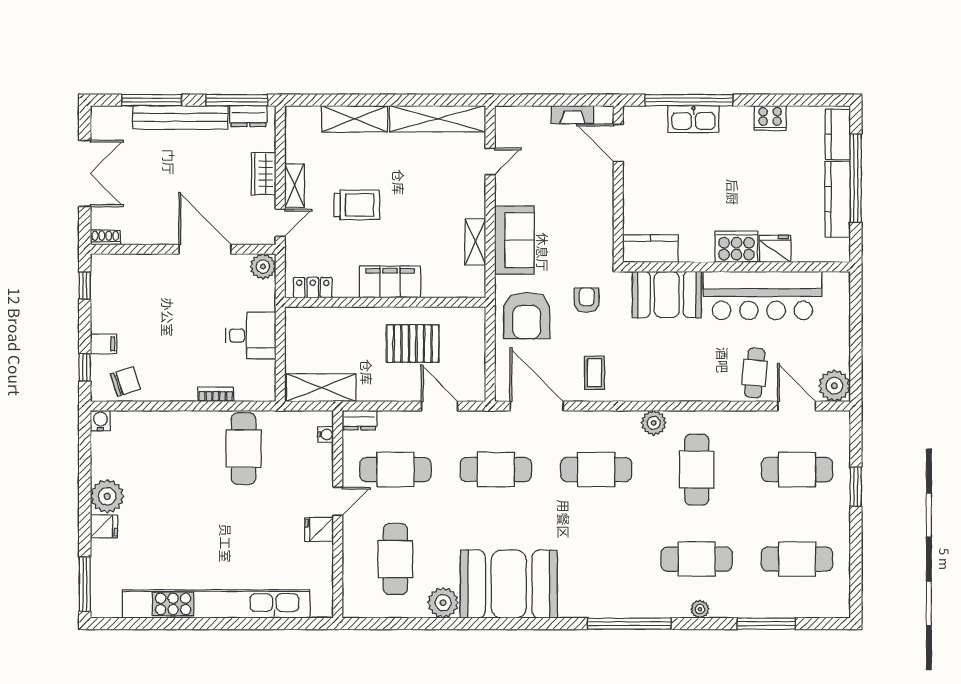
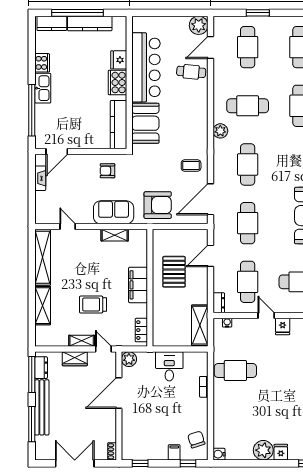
kitchen sink: (693, 119) -> (43, 88), moved
trolley: (357, 205) -> (93, 305), turned -90
kitchen counter: (650, 249) -> (119, 125), width x1.50
armchair: (587, 300) -> (107, 171), moved

